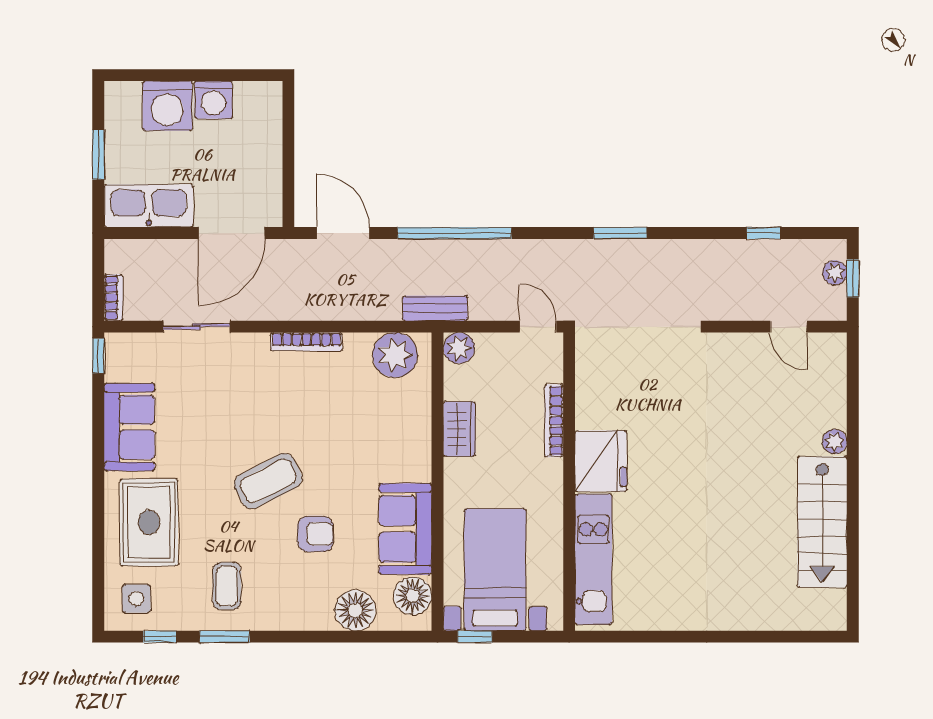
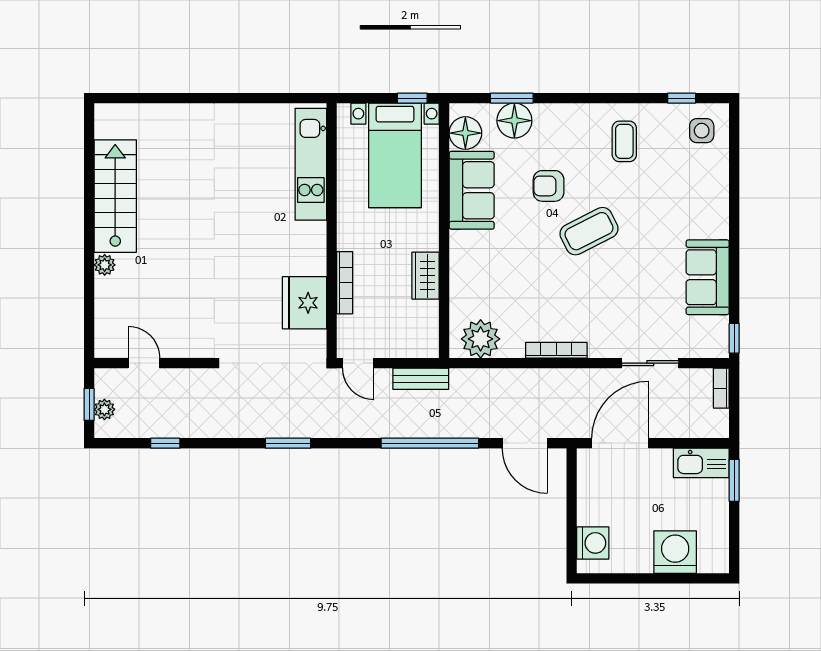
washing machine: (213, 100) -> (593, 543), moved, turned 90
window: (98, 155) -> (734, 480), moved
kitchen sink: (149, 206) -> (701, 463), width x0.73, depth x0.81
bench: (435, 308) -> (421, 379), moved
plant: (459, 348) -> (426, 345), removed
fridge: (601, 461) -> (304, 303), moved
rug: (149, 522) -> (691, 196), removed
window: (225, 637) -> (512, 98), moved

